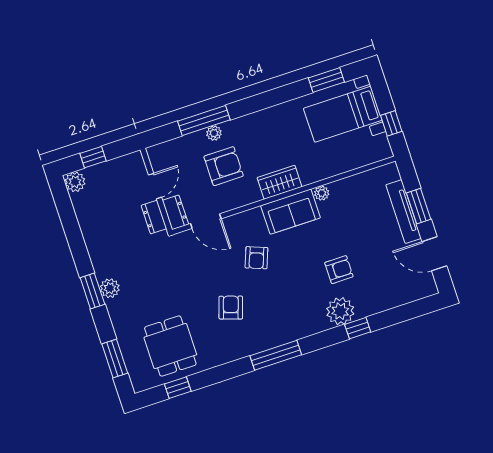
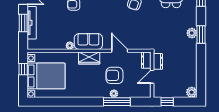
window: (326, 80) -> (49, 102), removed
bed with nightstands: (343, 114) -> (46, 76), width x1.36
window: (93, 157) -> (167, 102), moved
door: (206, 221) -> (120, 51), moved
armchair: (256, 258) -> (113, 24), removed

